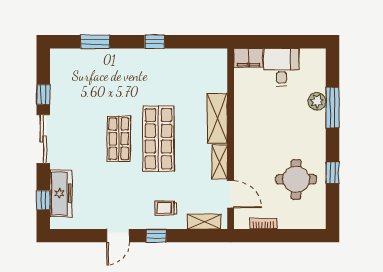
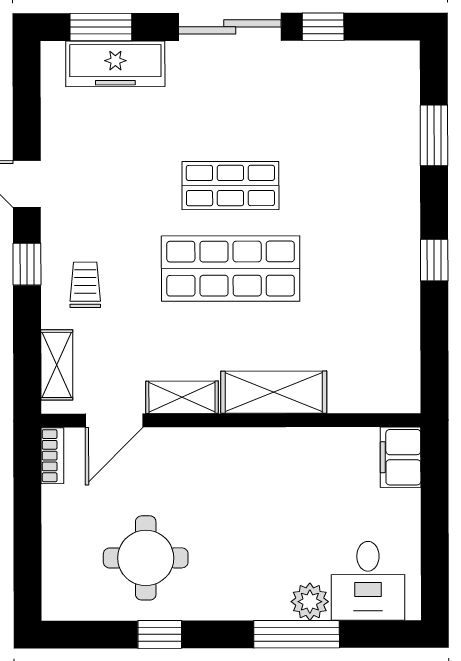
desk: (281, 67) -> (368, 581), moved, turned 90
window: (43, 200) -> (101, 27), width x1.50
bookcase: (264, 224) -> (52, 456), moved

